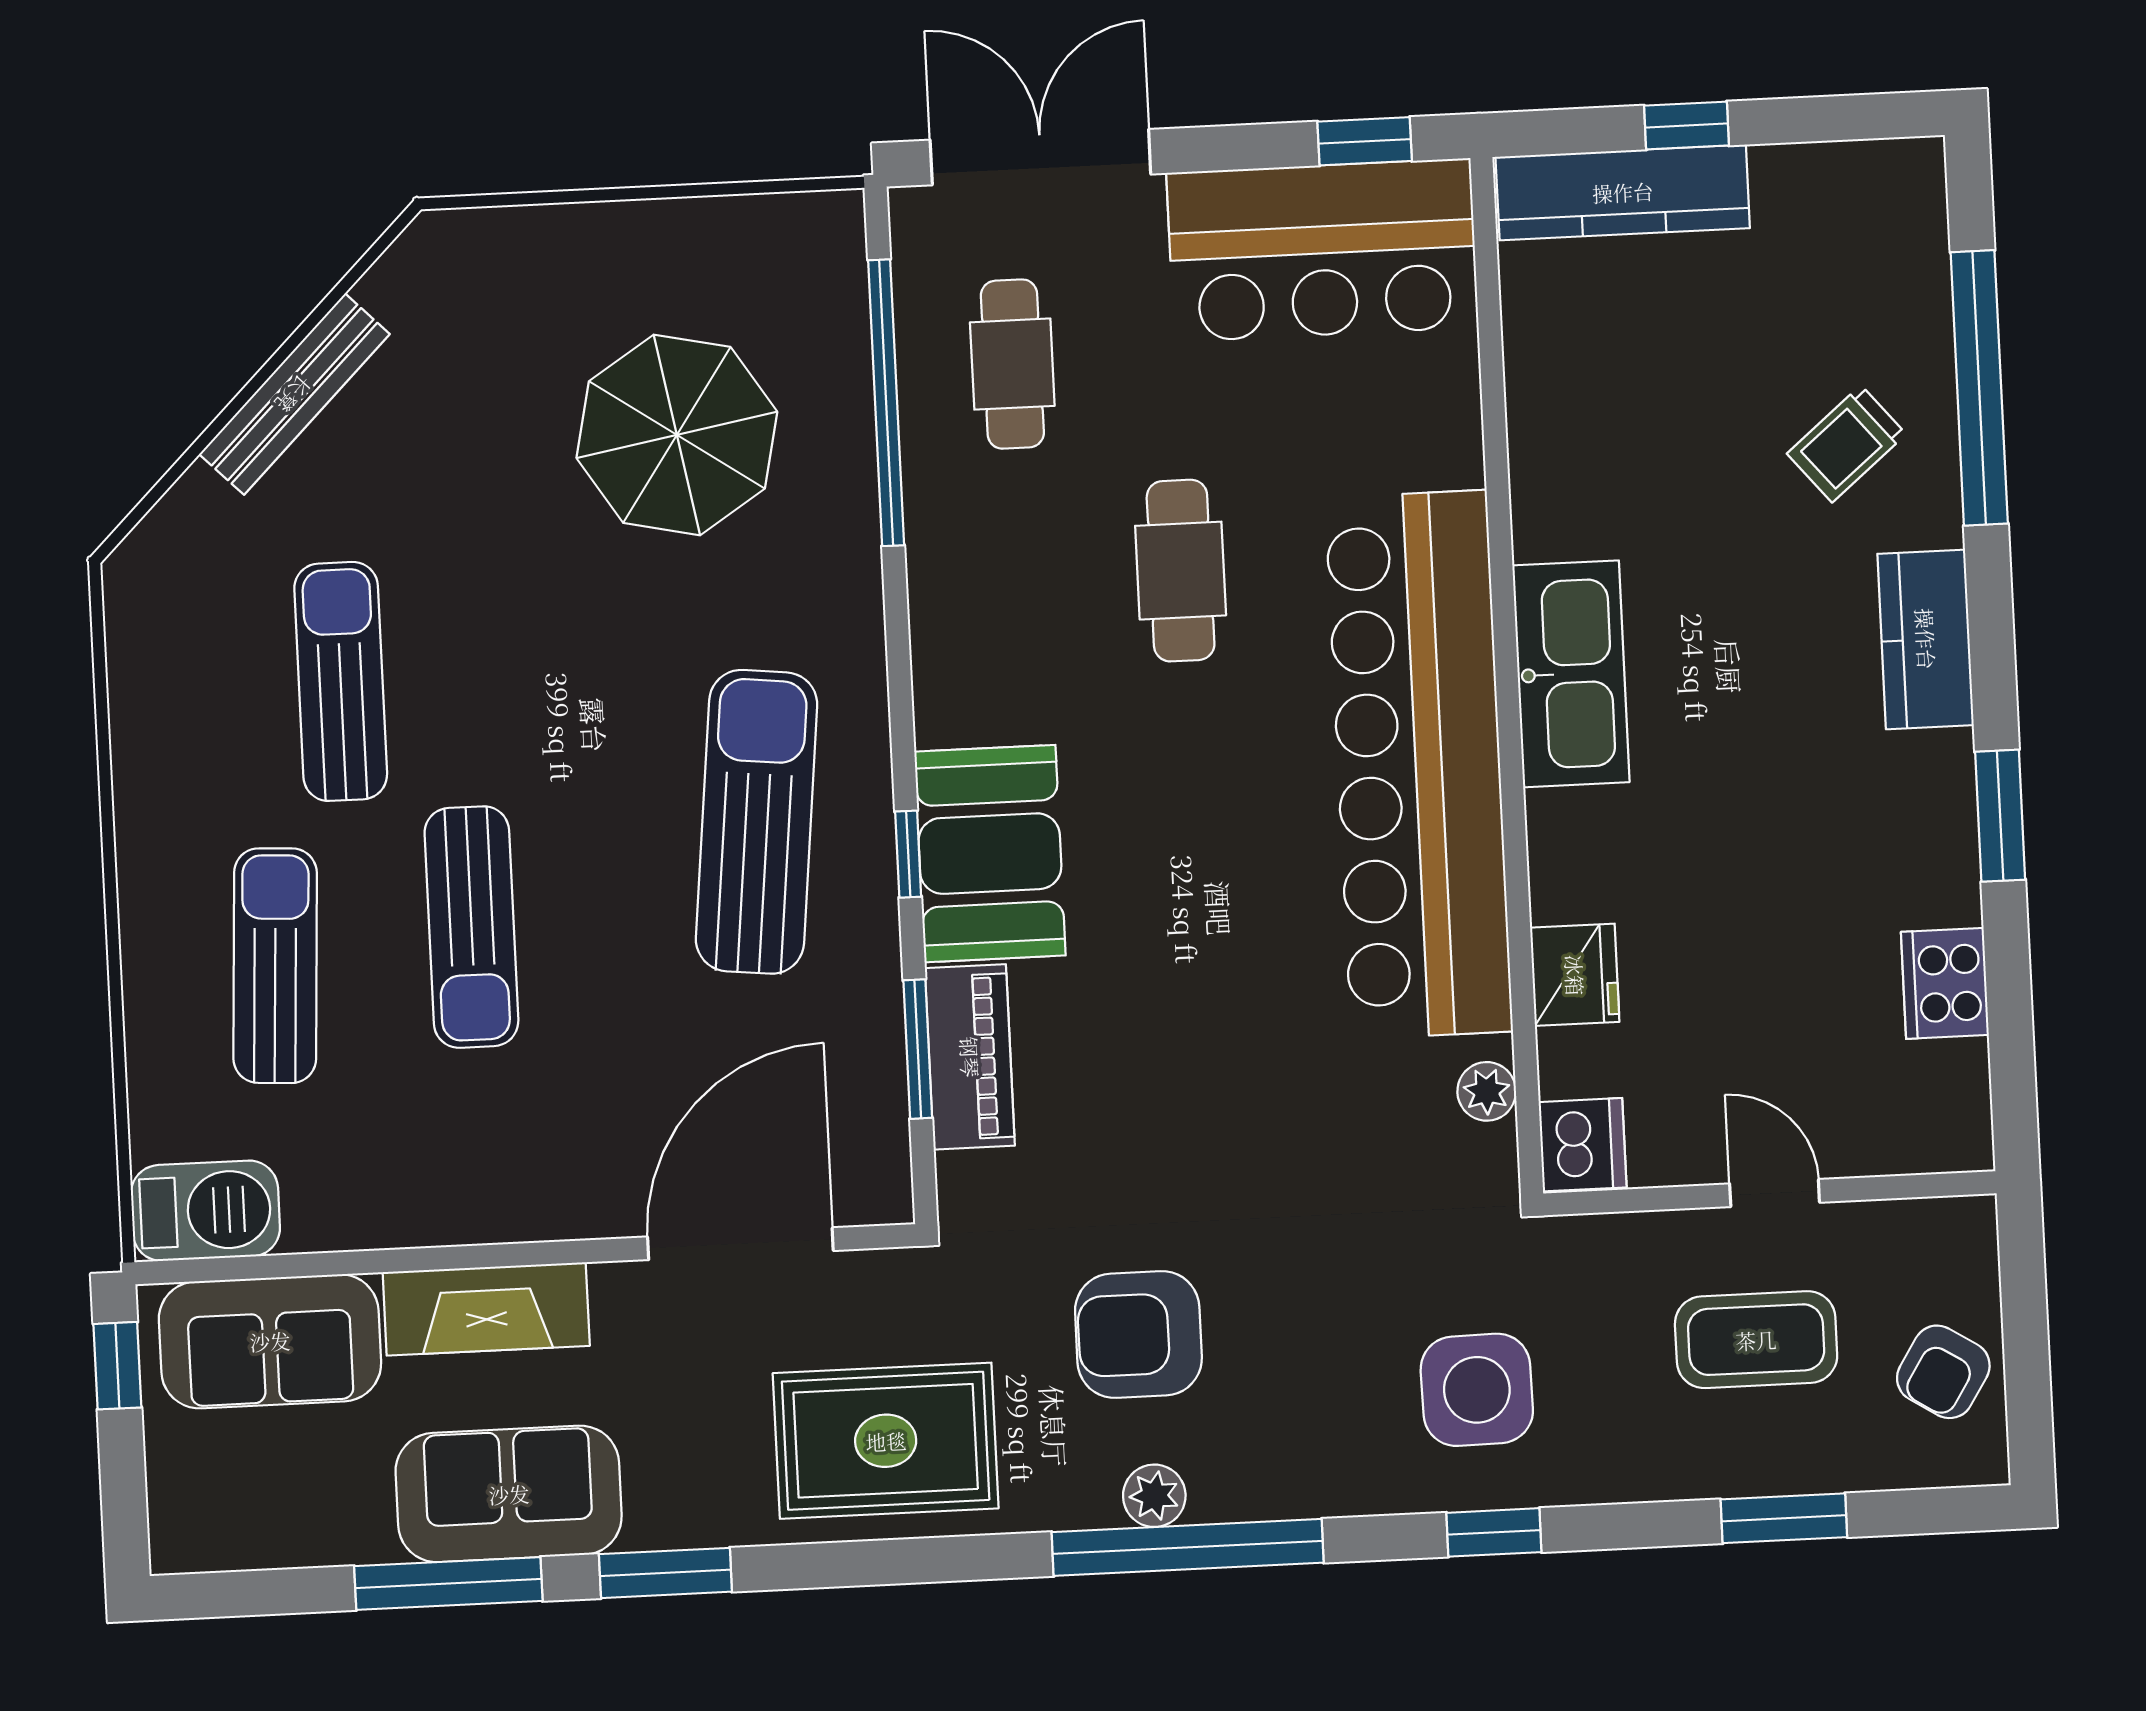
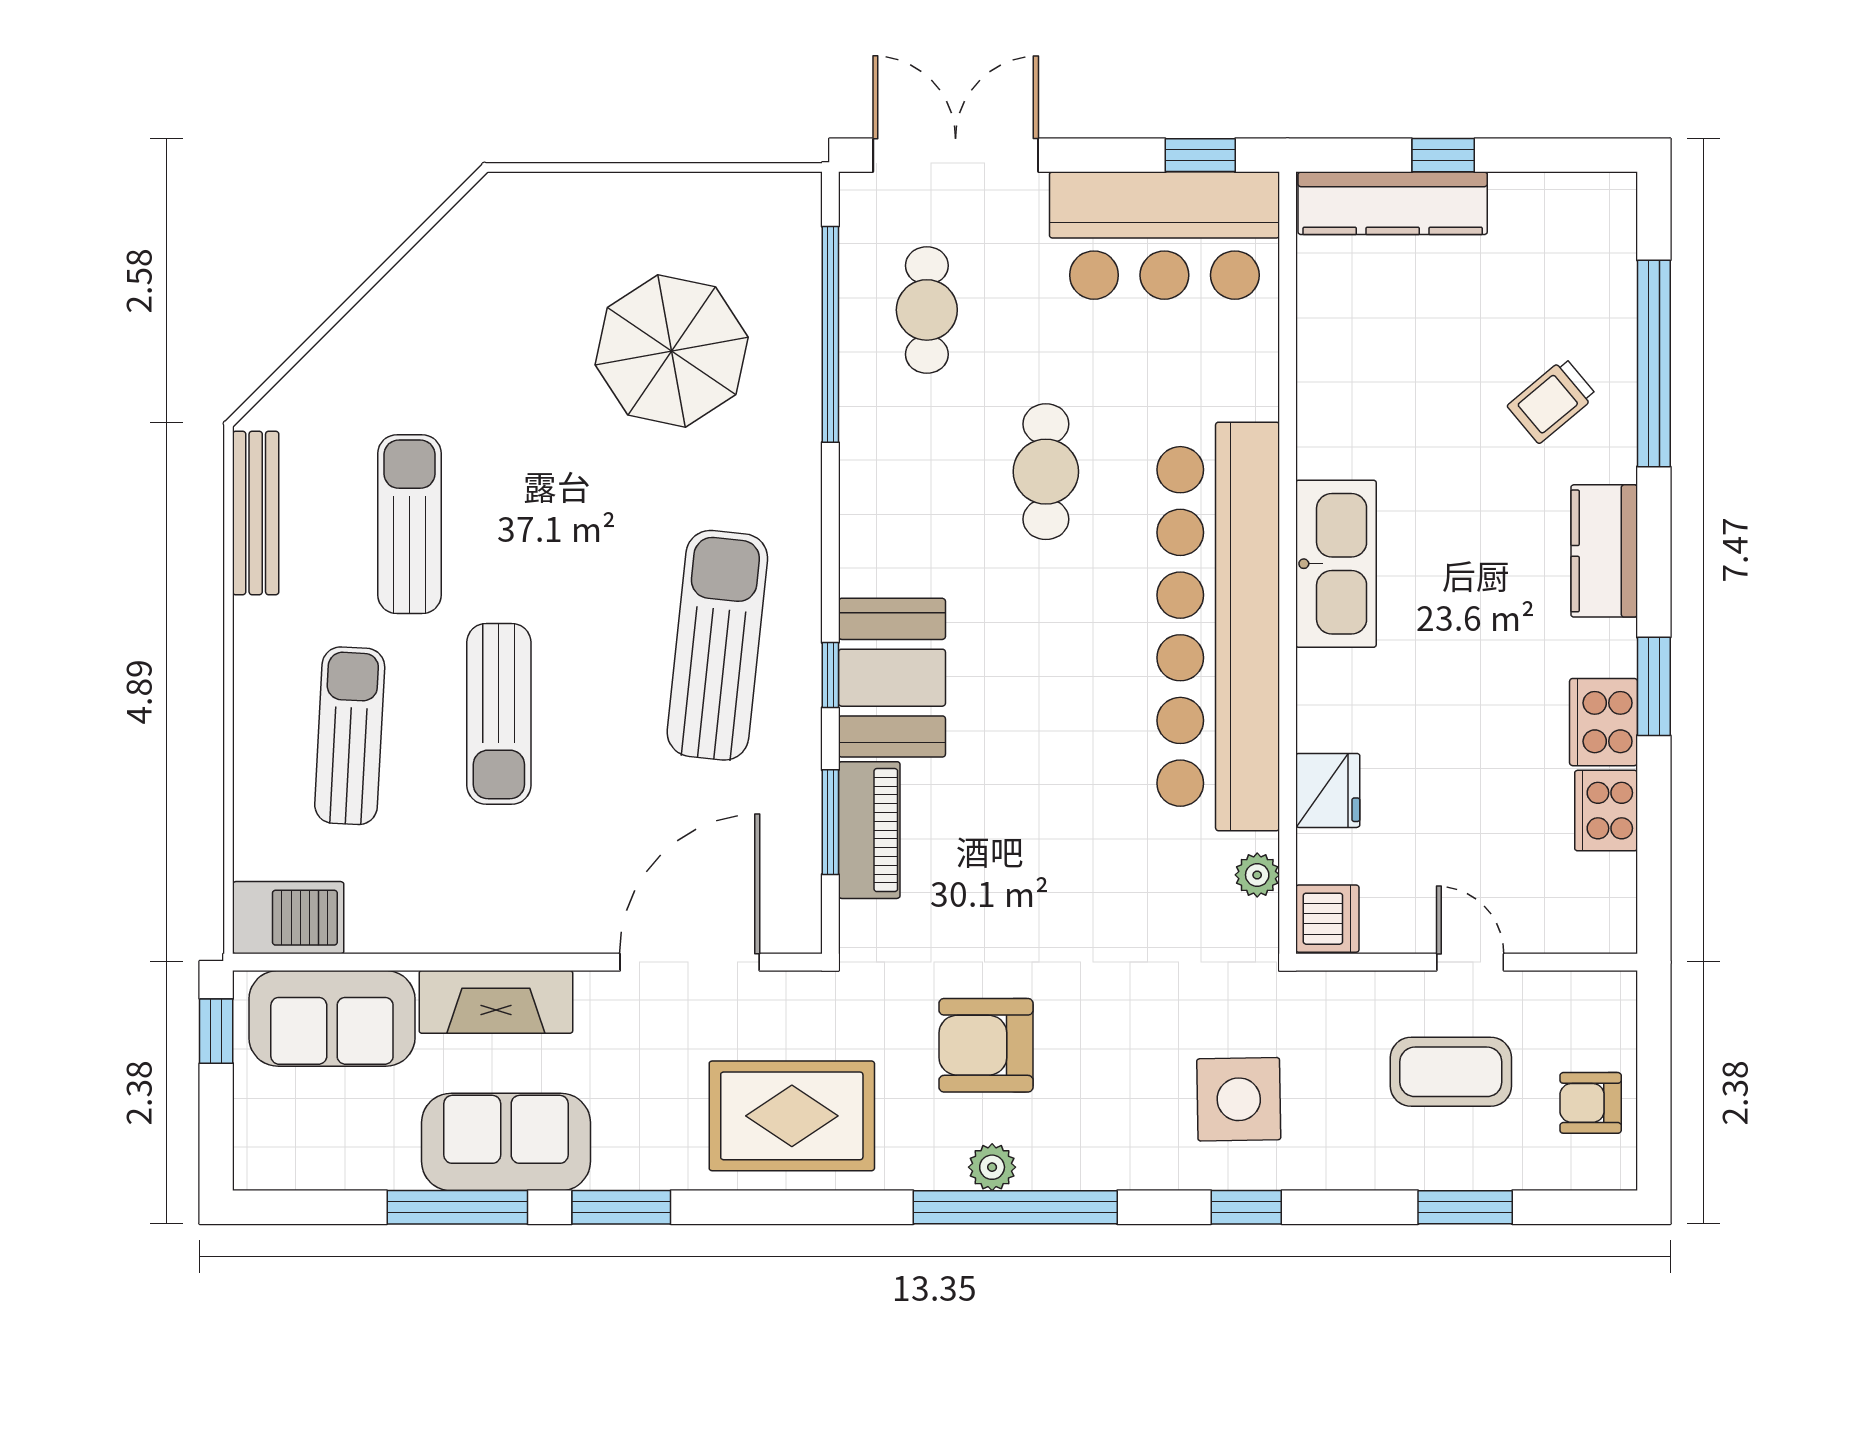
bench: (294, 394) -> (256, 513), moved, turned -45
cooker: (1936, 866) -> (1604, 722), added
armchair: (1943, 1372) -> (1591, 1103), turned 58

